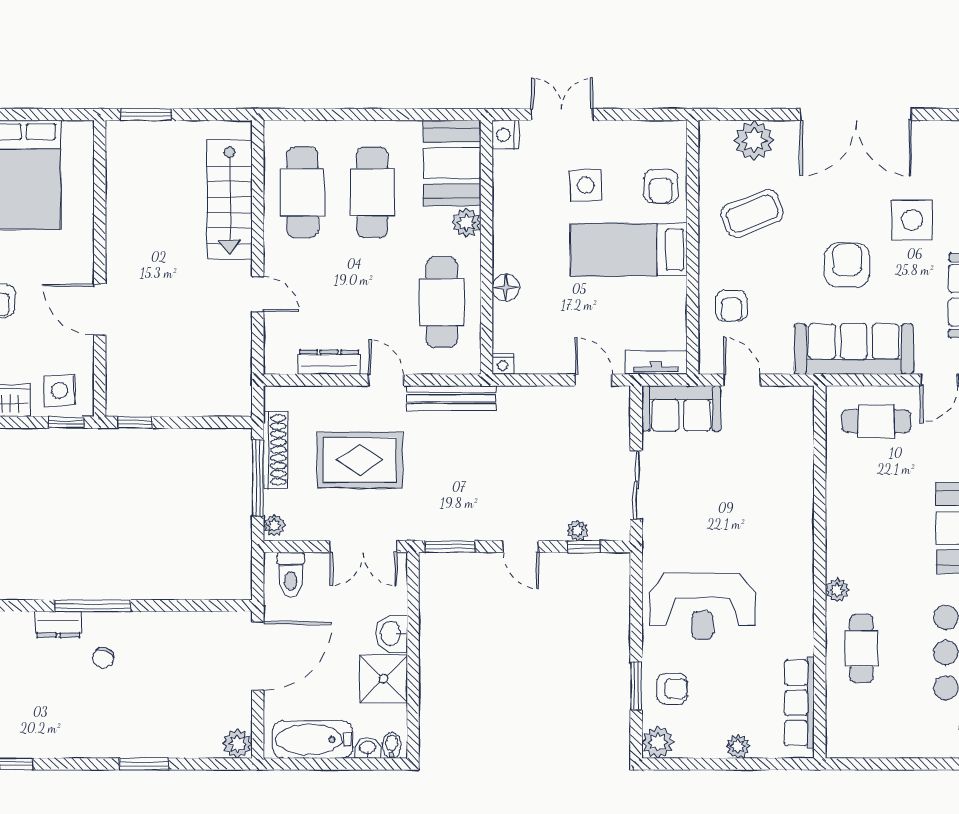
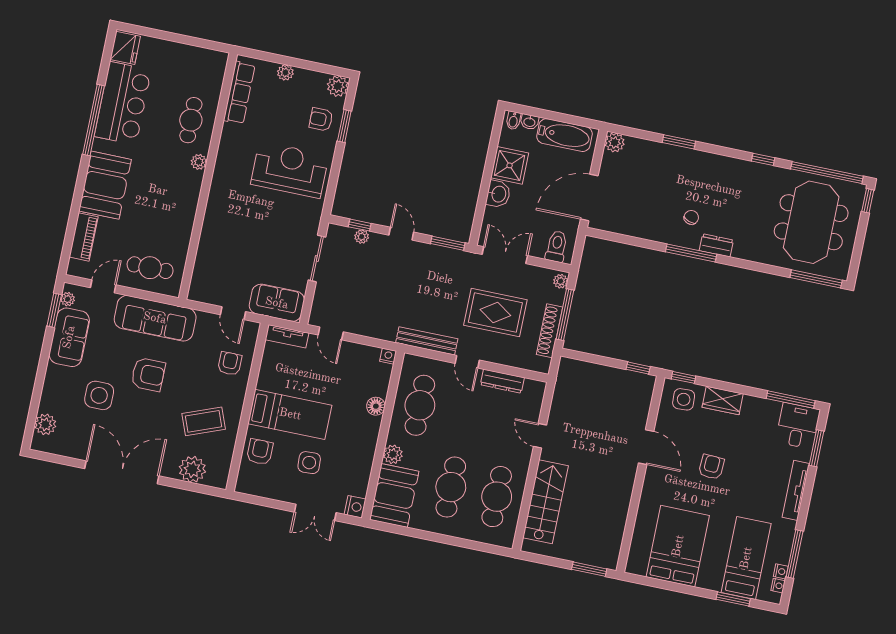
armchair: (847, 265) -> (148, 374), turned -90

